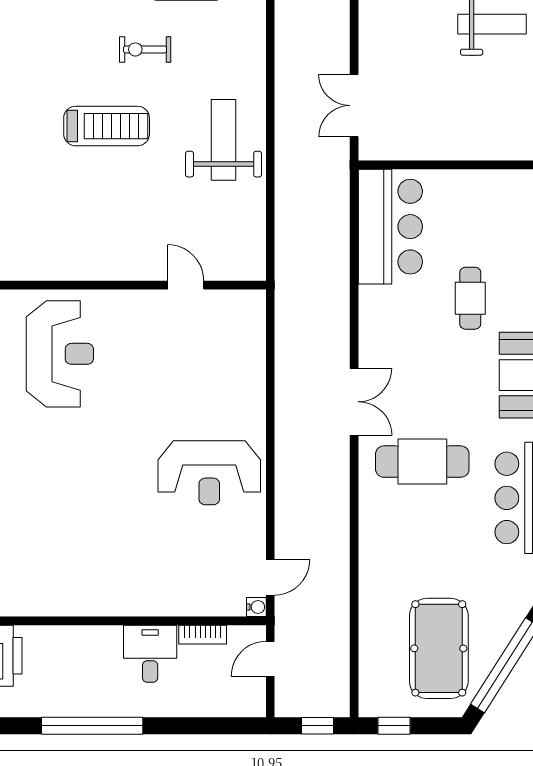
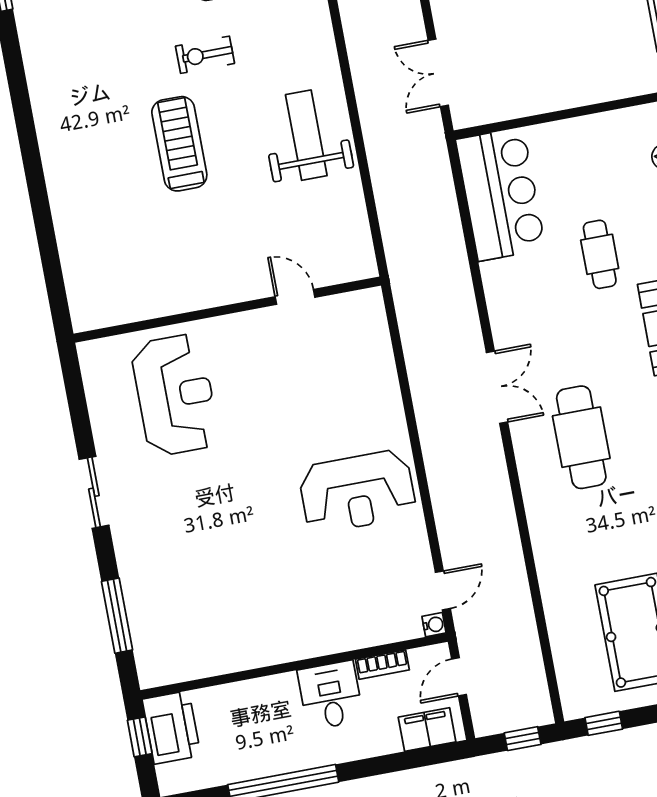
treadmill: (107, 126) -> (179, 144), turned -90
cafe table: (422, 462) -> (581, 437), turned 90
filing cabinet: (232, 701) -> (427, 730), added

